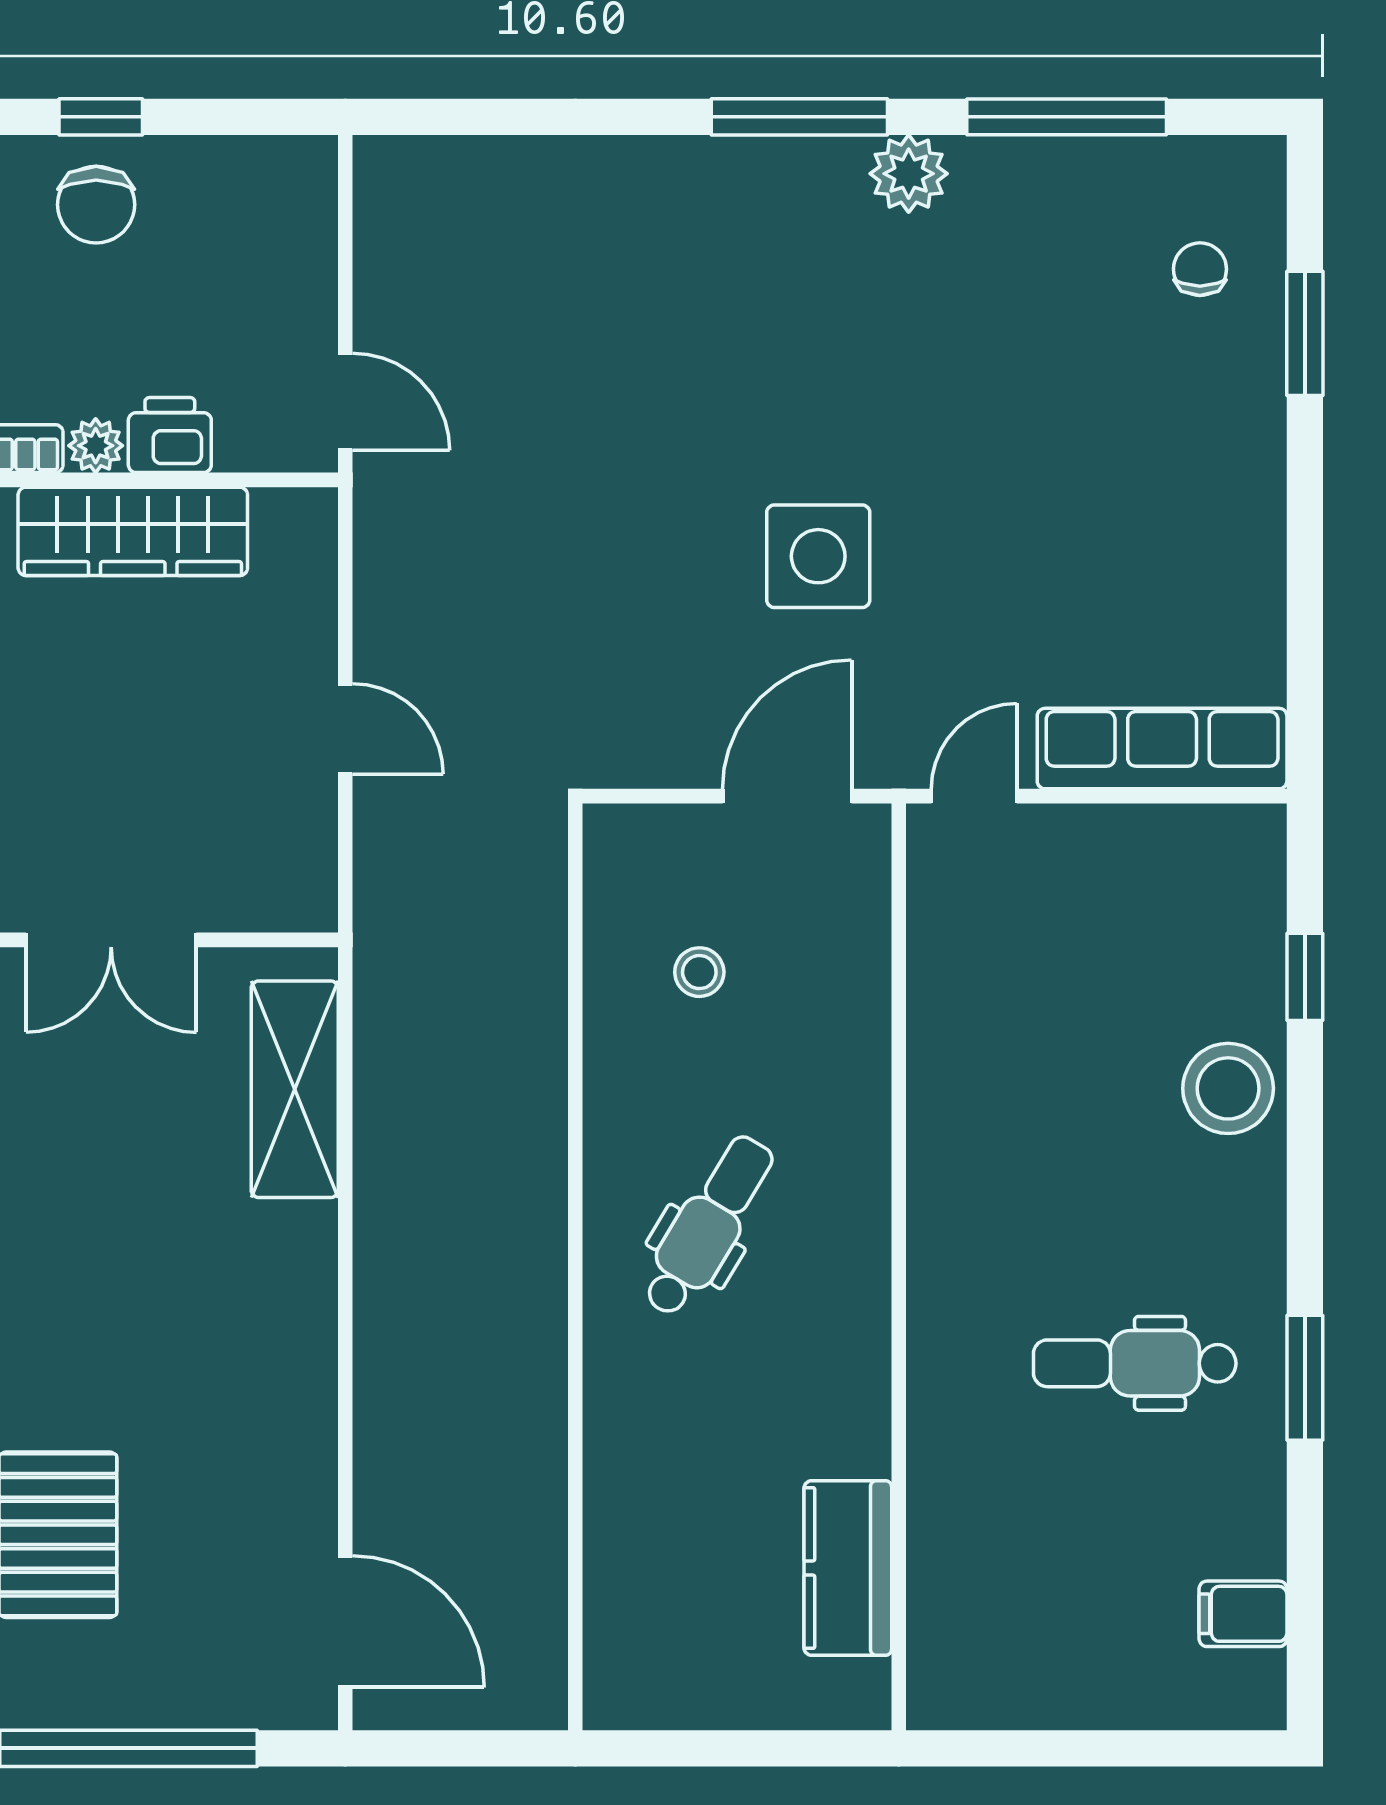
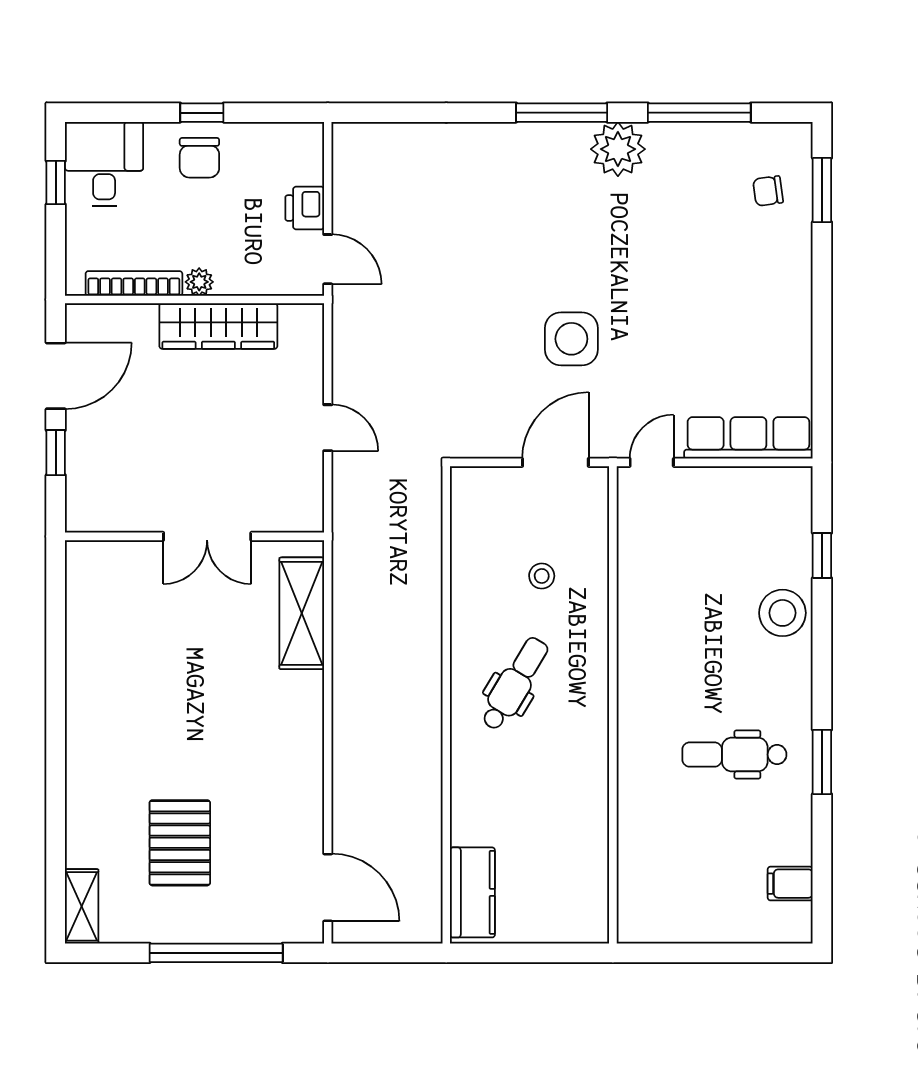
plant: (909, 174) -> (618, 149), width x1.36, depth x1.36
chair: (1200, 269) -> (768, 191), turned -98
window: (1305, 333) -> (822, 190), moved
printer: (170, 435) -> (305, 208), moved, turned -90
stool: (699, 972) -> (542, 576), moved
kitchen counter: (848, 1568) -> (472, 892), moved, turned 180

